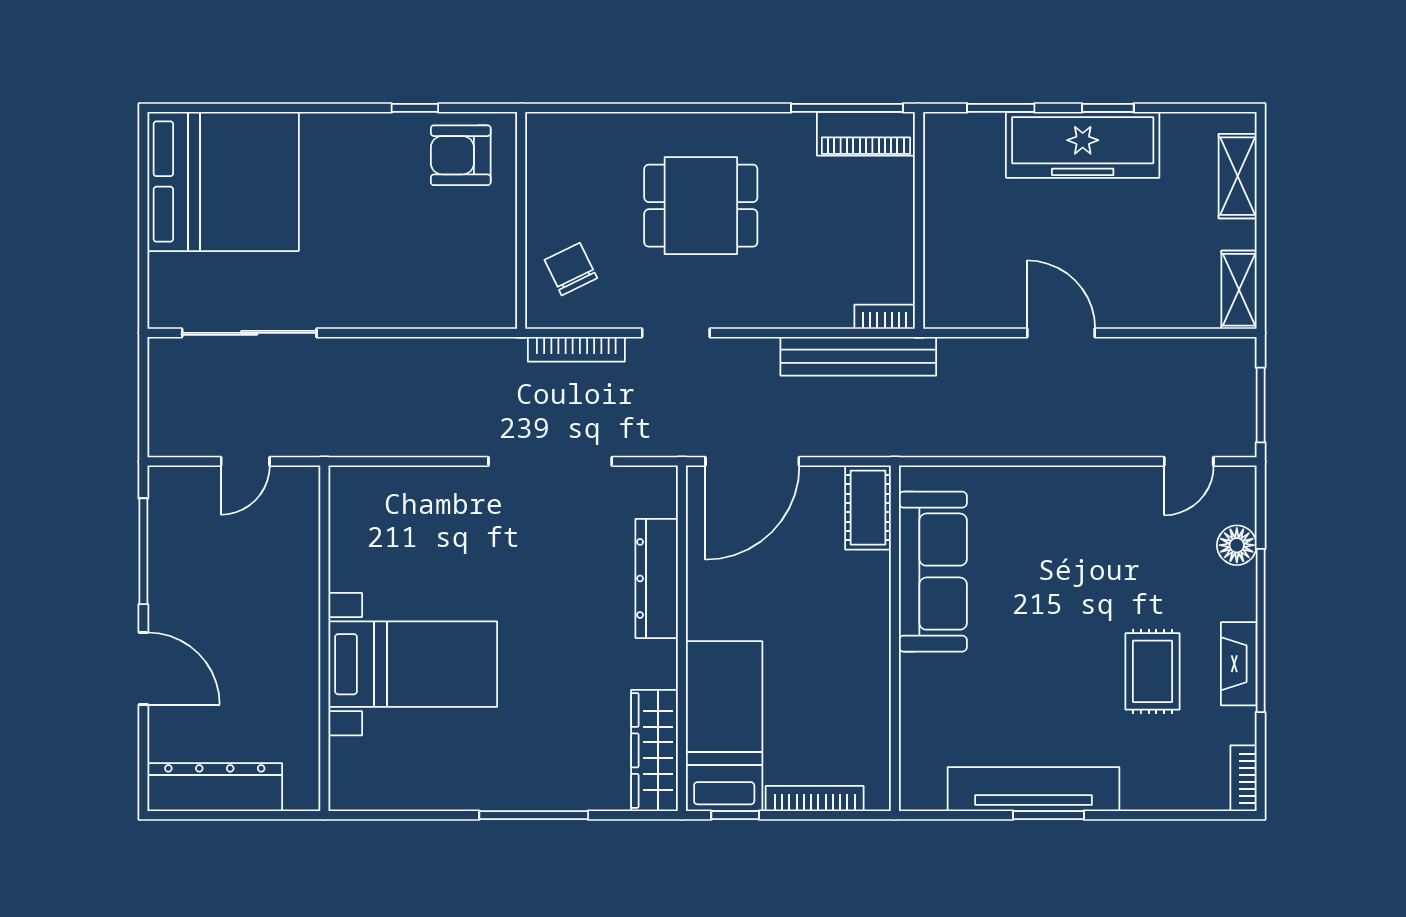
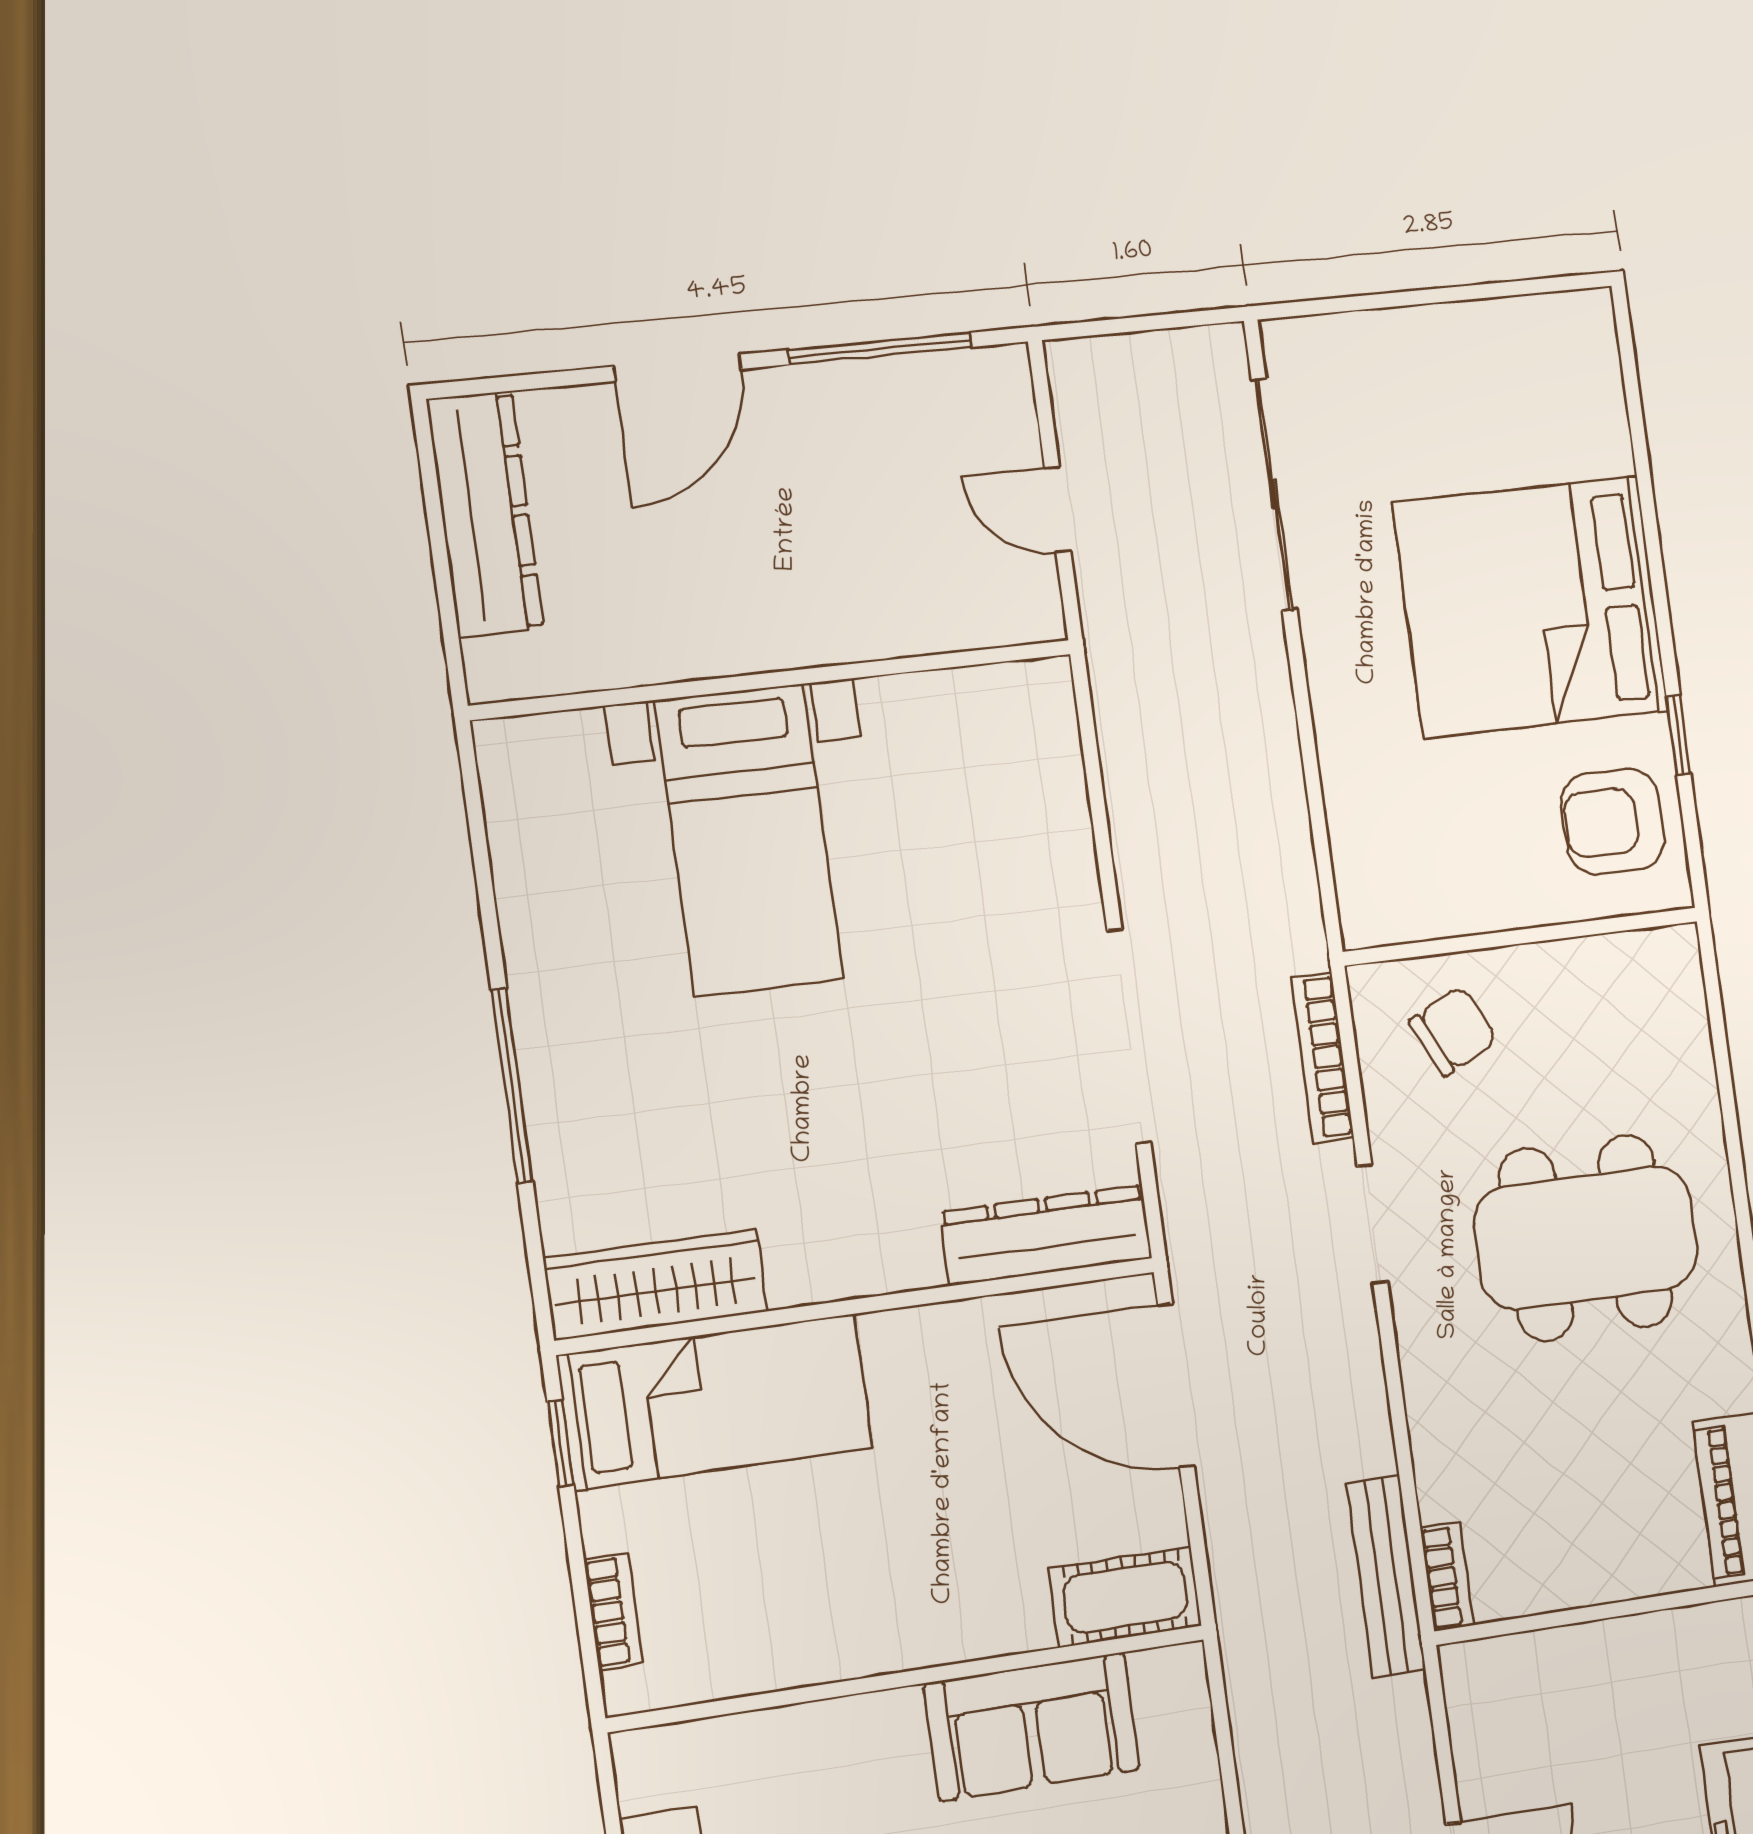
armchair: (461, 155) -> (1613, 821), turned -90
bed: (223, 181) -> (1531, 607), moved, turned 90
dining table: (701, 206) -> (1586, 1238), width x1.37
bench: (858, 356) -> (1386, 1577), width x0.73, depth x0.82
sofa: (933, 572) -> (1032, 1727), width x0.73
dresser: (657, 578) -> (1046, 1235), moved
bookcase: (815, 799) -> (613, 1611), width x0.64

